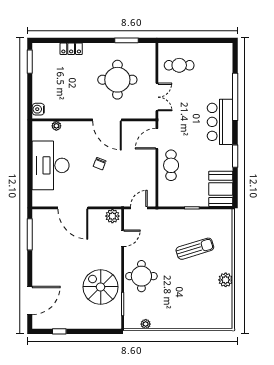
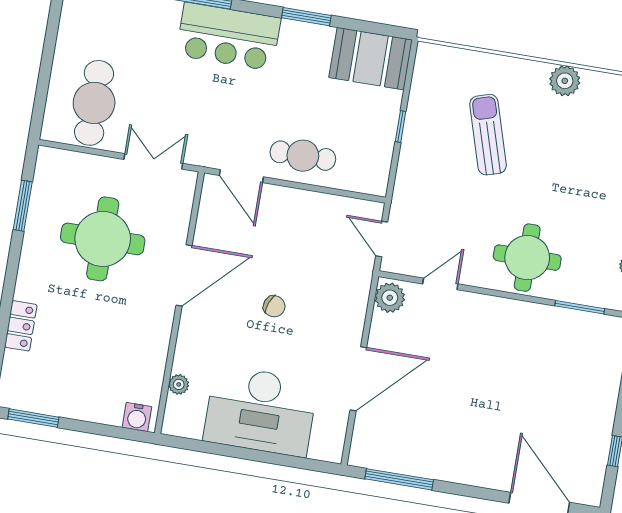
cafe table: (179, 65) -> (94, 103), width x1.37, depth x1.35
door: (123, 238) -> (440, 284), hinge flipped
spiral stairs: (101, 287) -> (536, 348), removed

